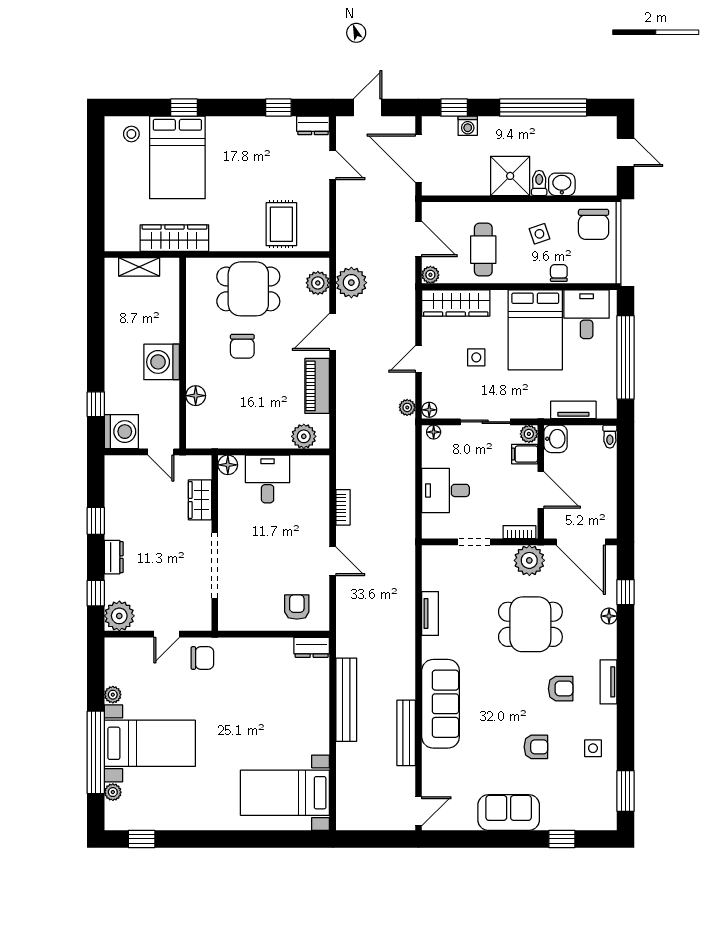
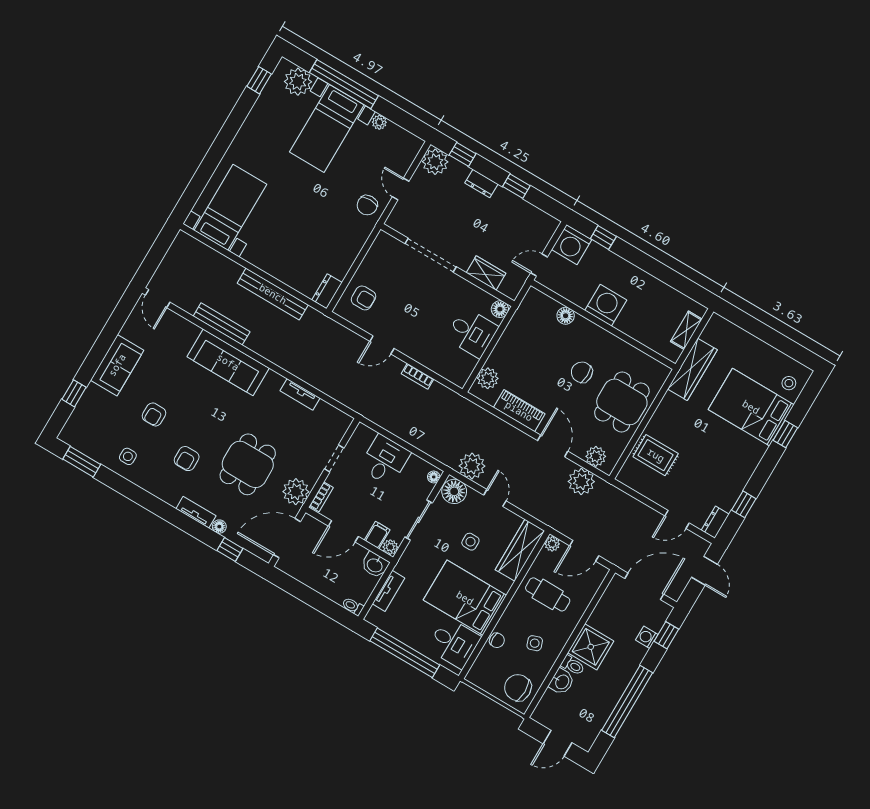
plant: (407, 407) -> (472, 466), width x1.88, depth x1.88
floor lamp: (429, 410) -> (454, 491), width x1.89, depth x1.89
tv unit: (608, 682) -> (196, 512), moved
plant: (113, 792) -> (298, 82), width x1.87, depth x1.87

